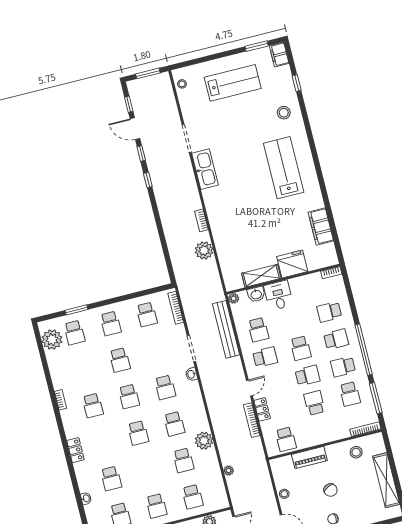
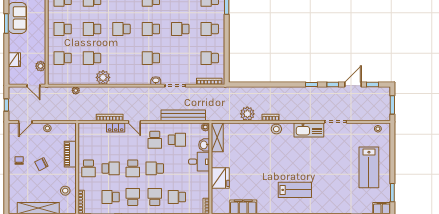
stool: (284, 113) -> (276, 129), moved
lab bench: (284, 168) -> (295, 190), width x0.73, depth x0.72
shelving: (261, 276) -> (217, 137), moved
school desk: (329, 312) -> (177, 197), turned -90
school desk: (258, 330) -> (177, 140), turned 180
school desk: (336, 339) -> (155, 197), turned 180
school desk: (174, 424) -> (92, 29), moved
school desk: (286, 439) -> (89, 168), moved, turned -90

